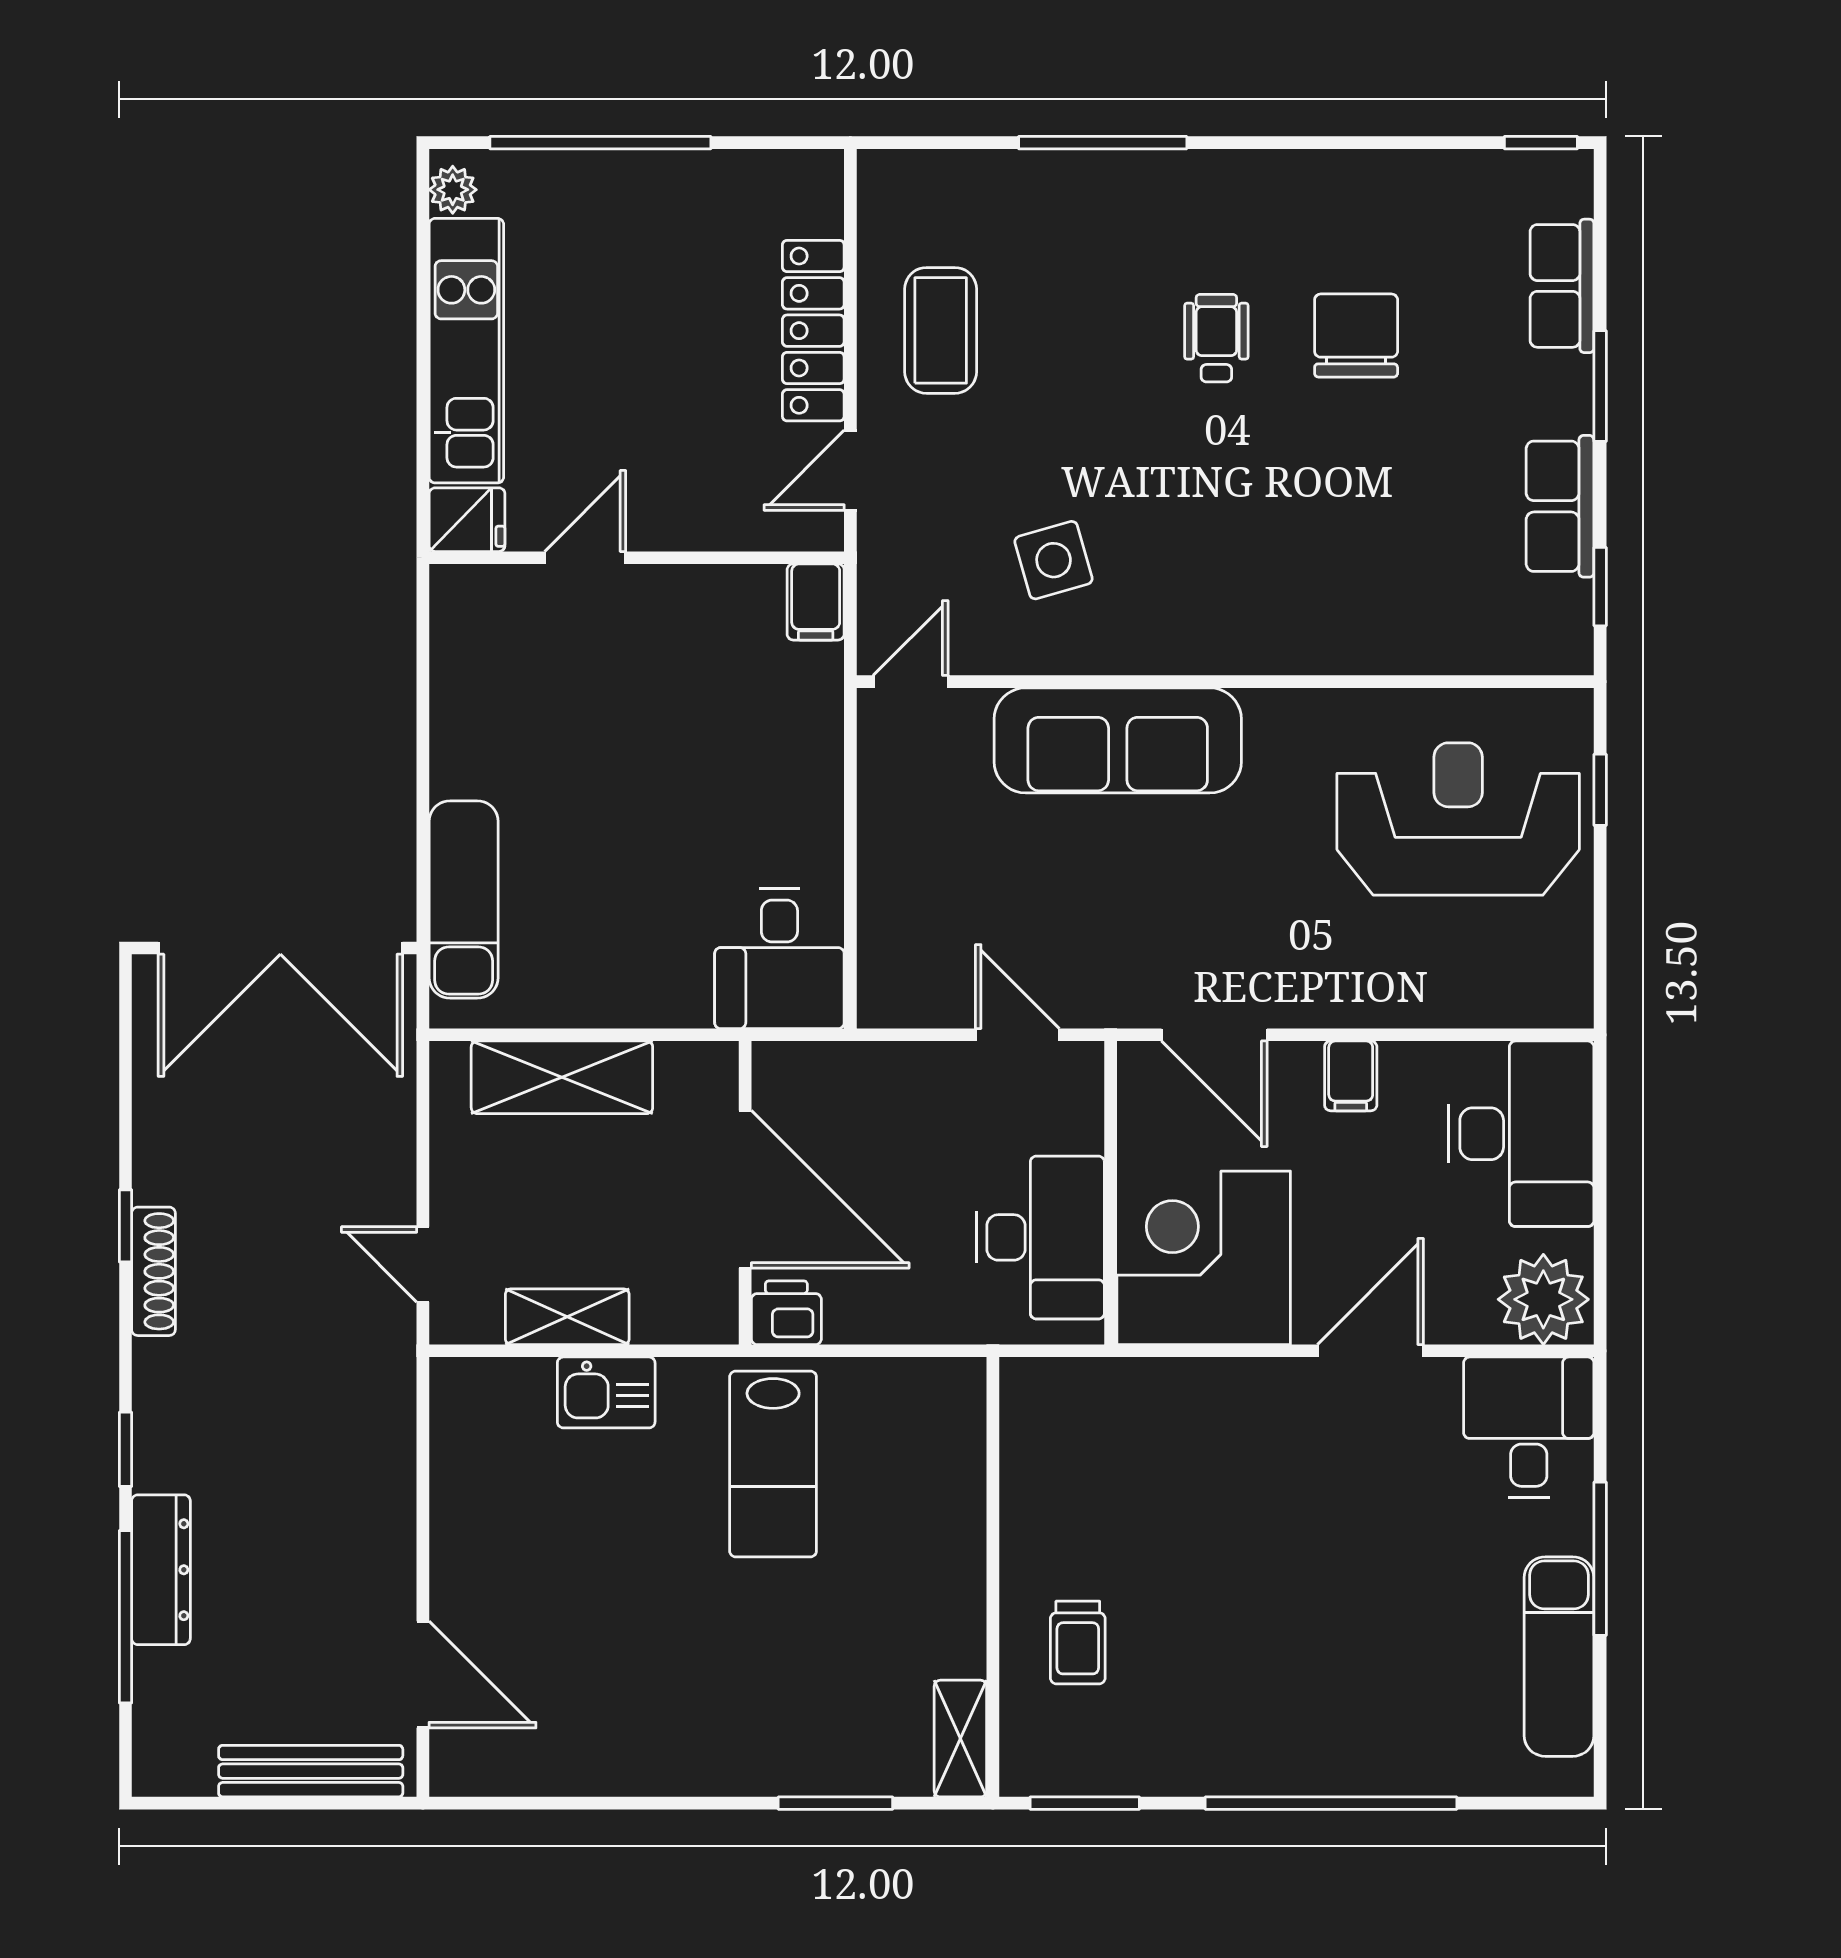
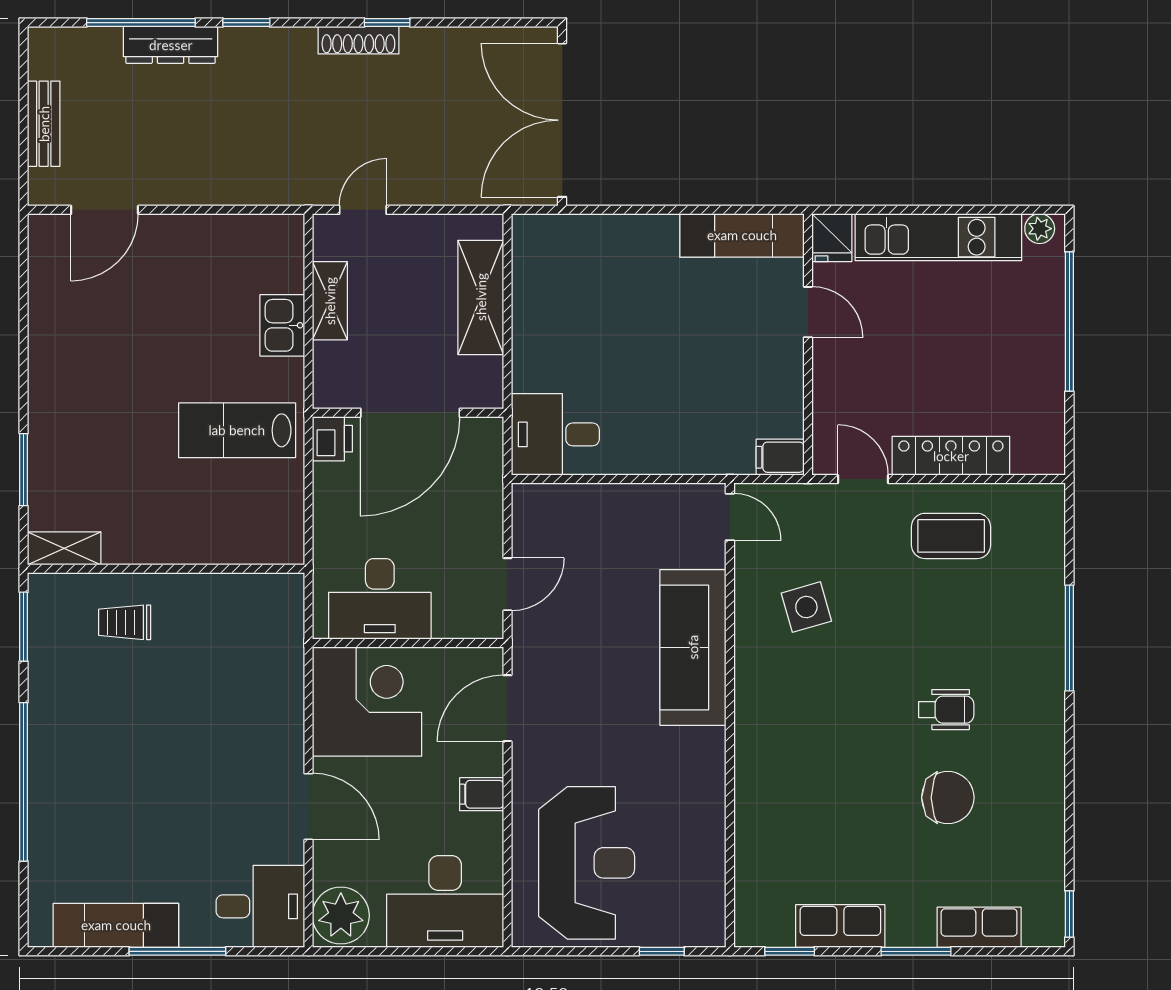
reception desk: (1458, 819) -> (587, 863), moved
exam couch: (464, 900) -> (742, 235), moved
bench: (311, 1771) -> (44, 124), width x0.73

